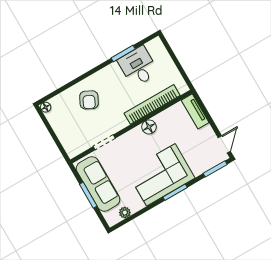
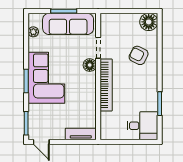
desk: (138, 67) -> (142, 126), moved
bookcase: (152, 104) -> (106, 85), moved
floor lamp: (46, 107) -> (149, 22), width x1.89, depth x1.89
floor lamp: (149, 127) -> (90, 65), moved

